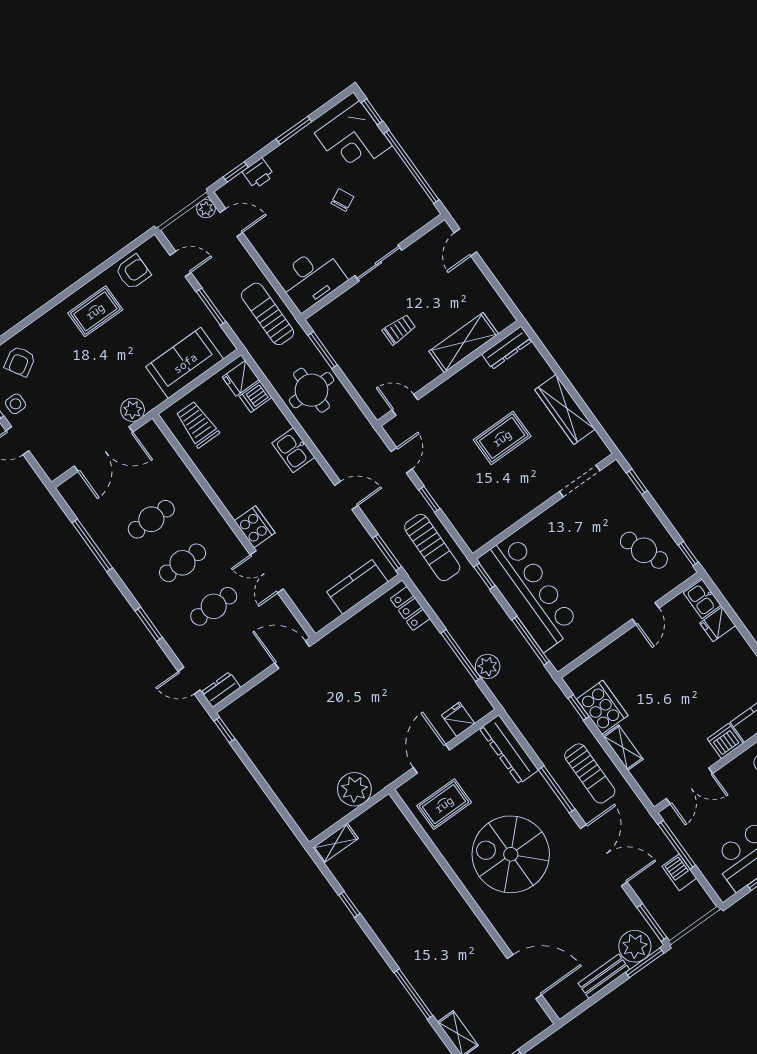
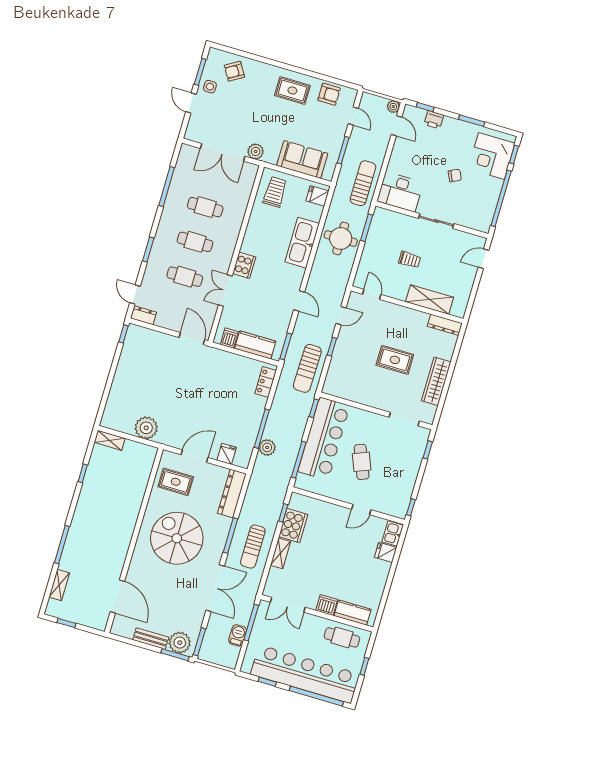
dishwasher: (256, 397) -> (229, 338), moved, turned 90
kitchen sink: (293, 450) -> (302, 243), width x1.87, depth x1.24
cafe table: (644, 550) -> (362, 462), moved

